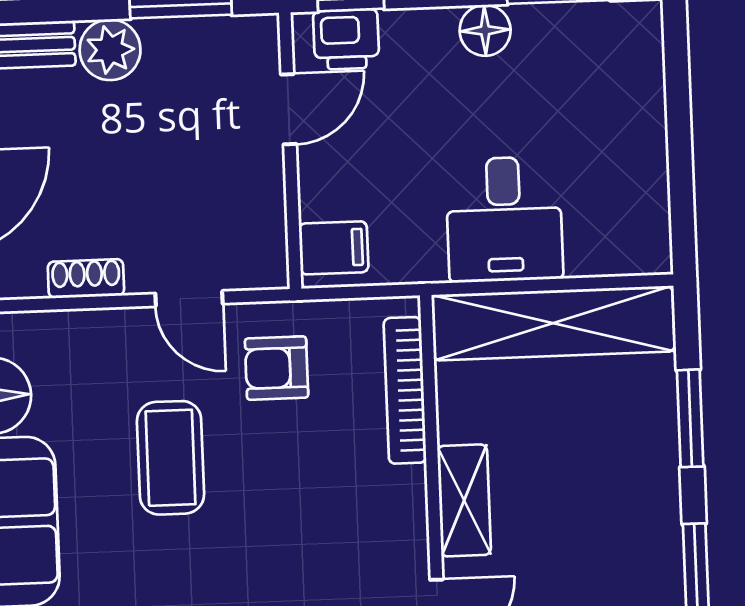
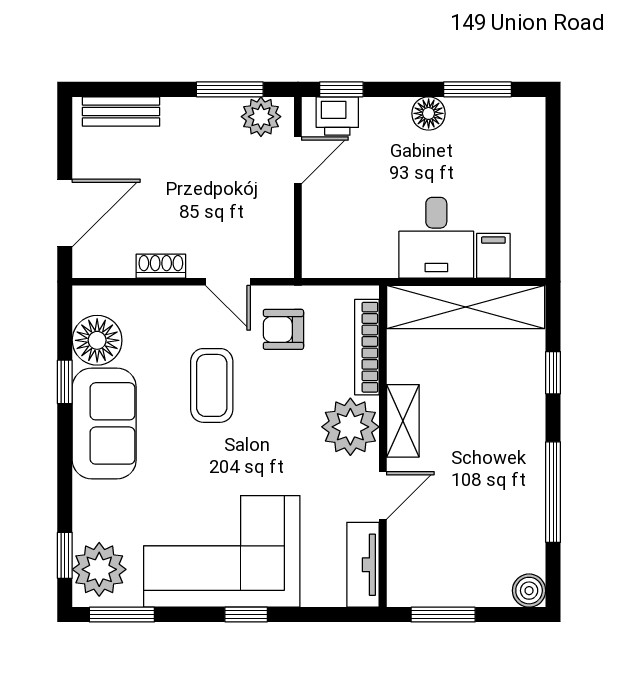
plant: (110, 50) -> (261, 117), moved
filing cabinet: (334, 248) -> (493, 256), moved, turned -90
window: (690, 418) -> (553, 373), width x0.67
plant: (384, 513) -> (350, 427), added

